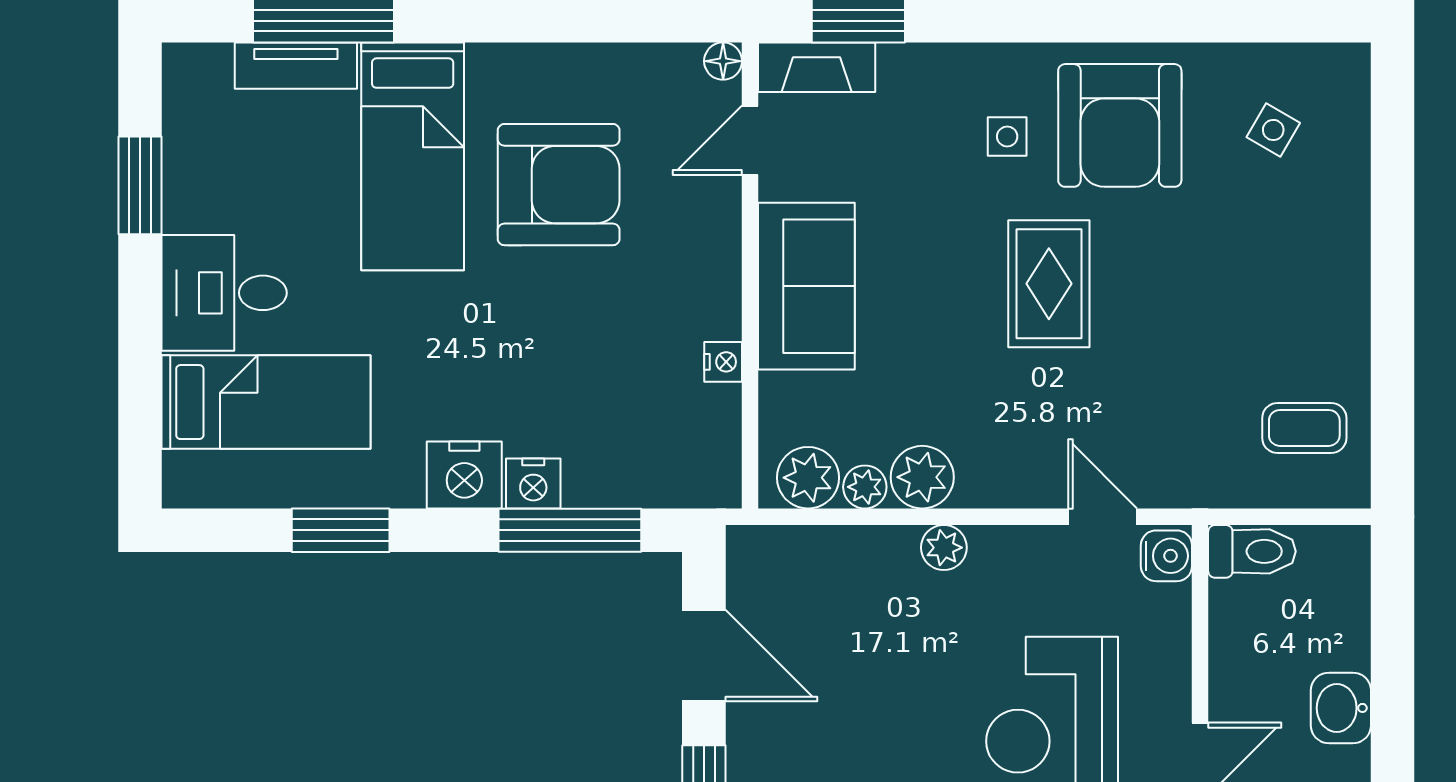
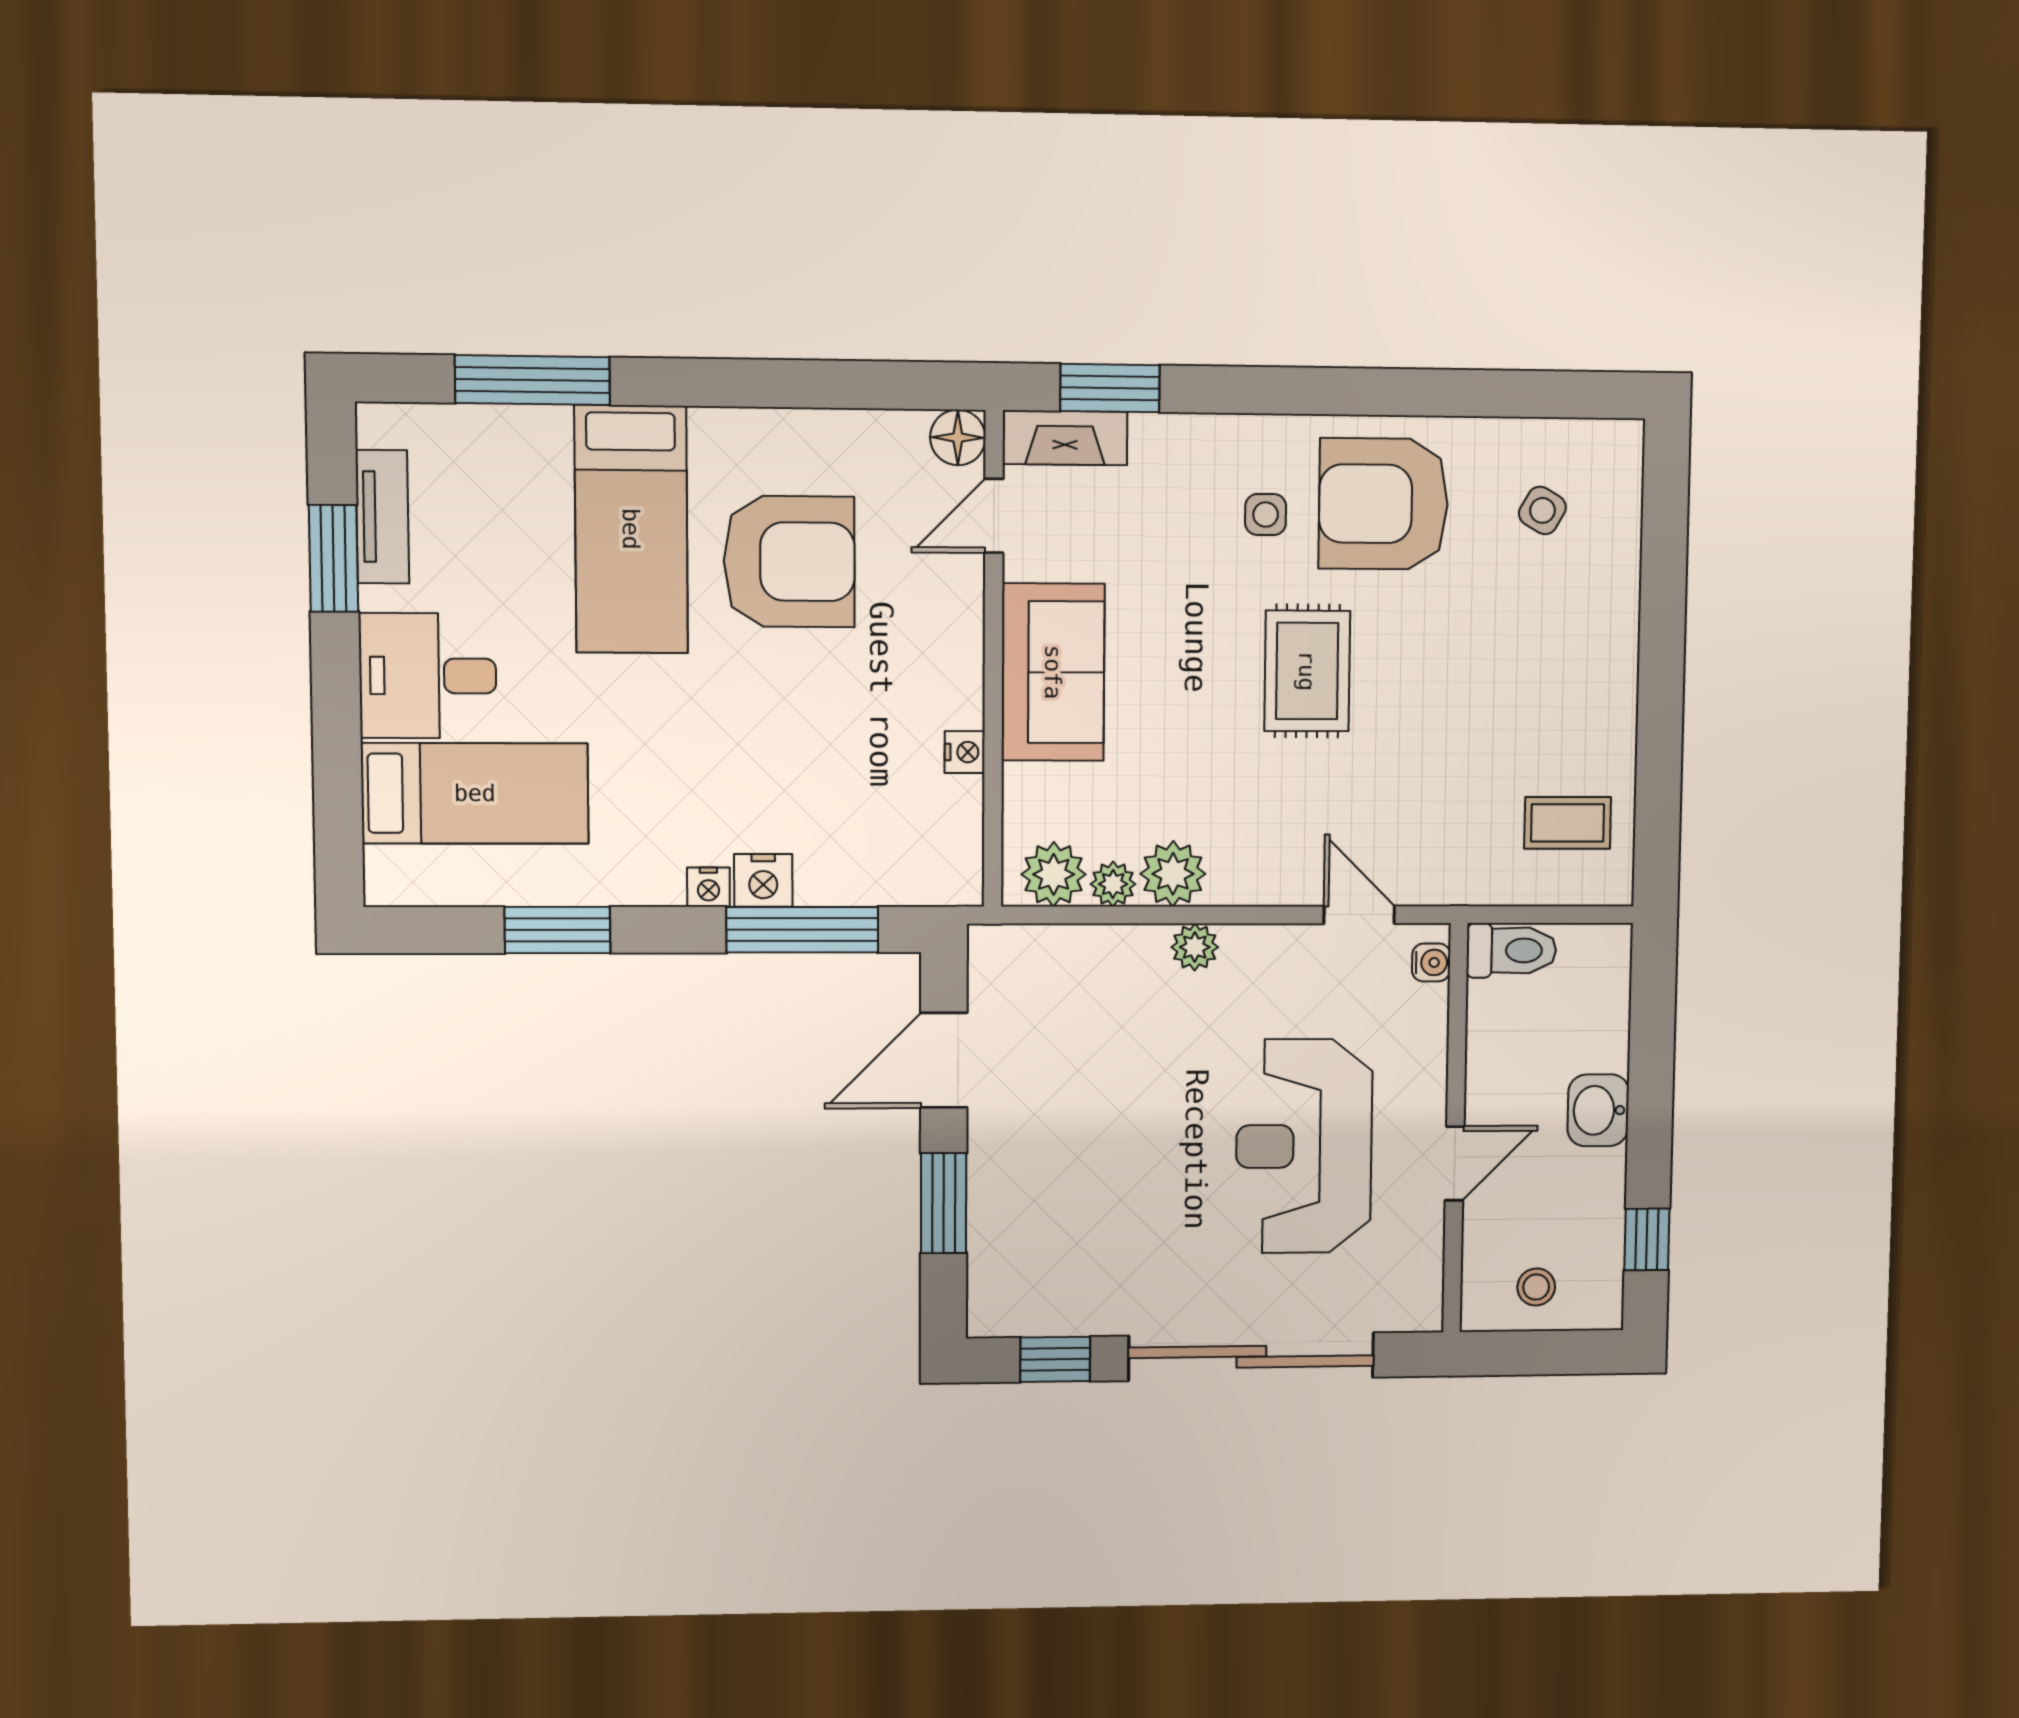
floor lamp: (723, 61) -> (958, 437), width x1.37, depth x1.37
tv unit: (296, 66) -> (382, 517), moved, turned -90
armchair: (1120, 125) -> (1383, 504), turned 90
nightstand: (464, 475) -> (708, 887), width x0.53, depth x0.56
water cooler: (1166, 556) -> (1431, 962), width x0.72, depth x0.72
door: (704, 656) -> (944, 1060), swing flipped

